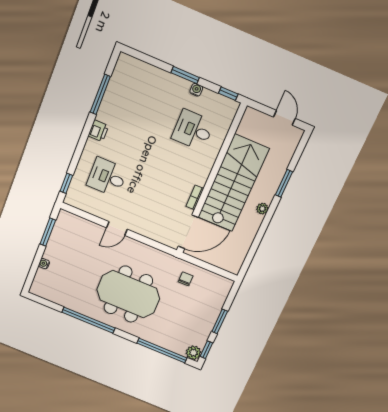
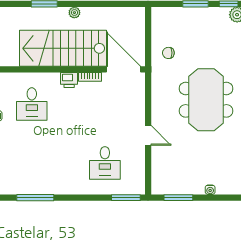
printer: (98, 131) -> (69, 80), moved, turned 180
window: (66, 183) -> (126, 198), width x1.50

